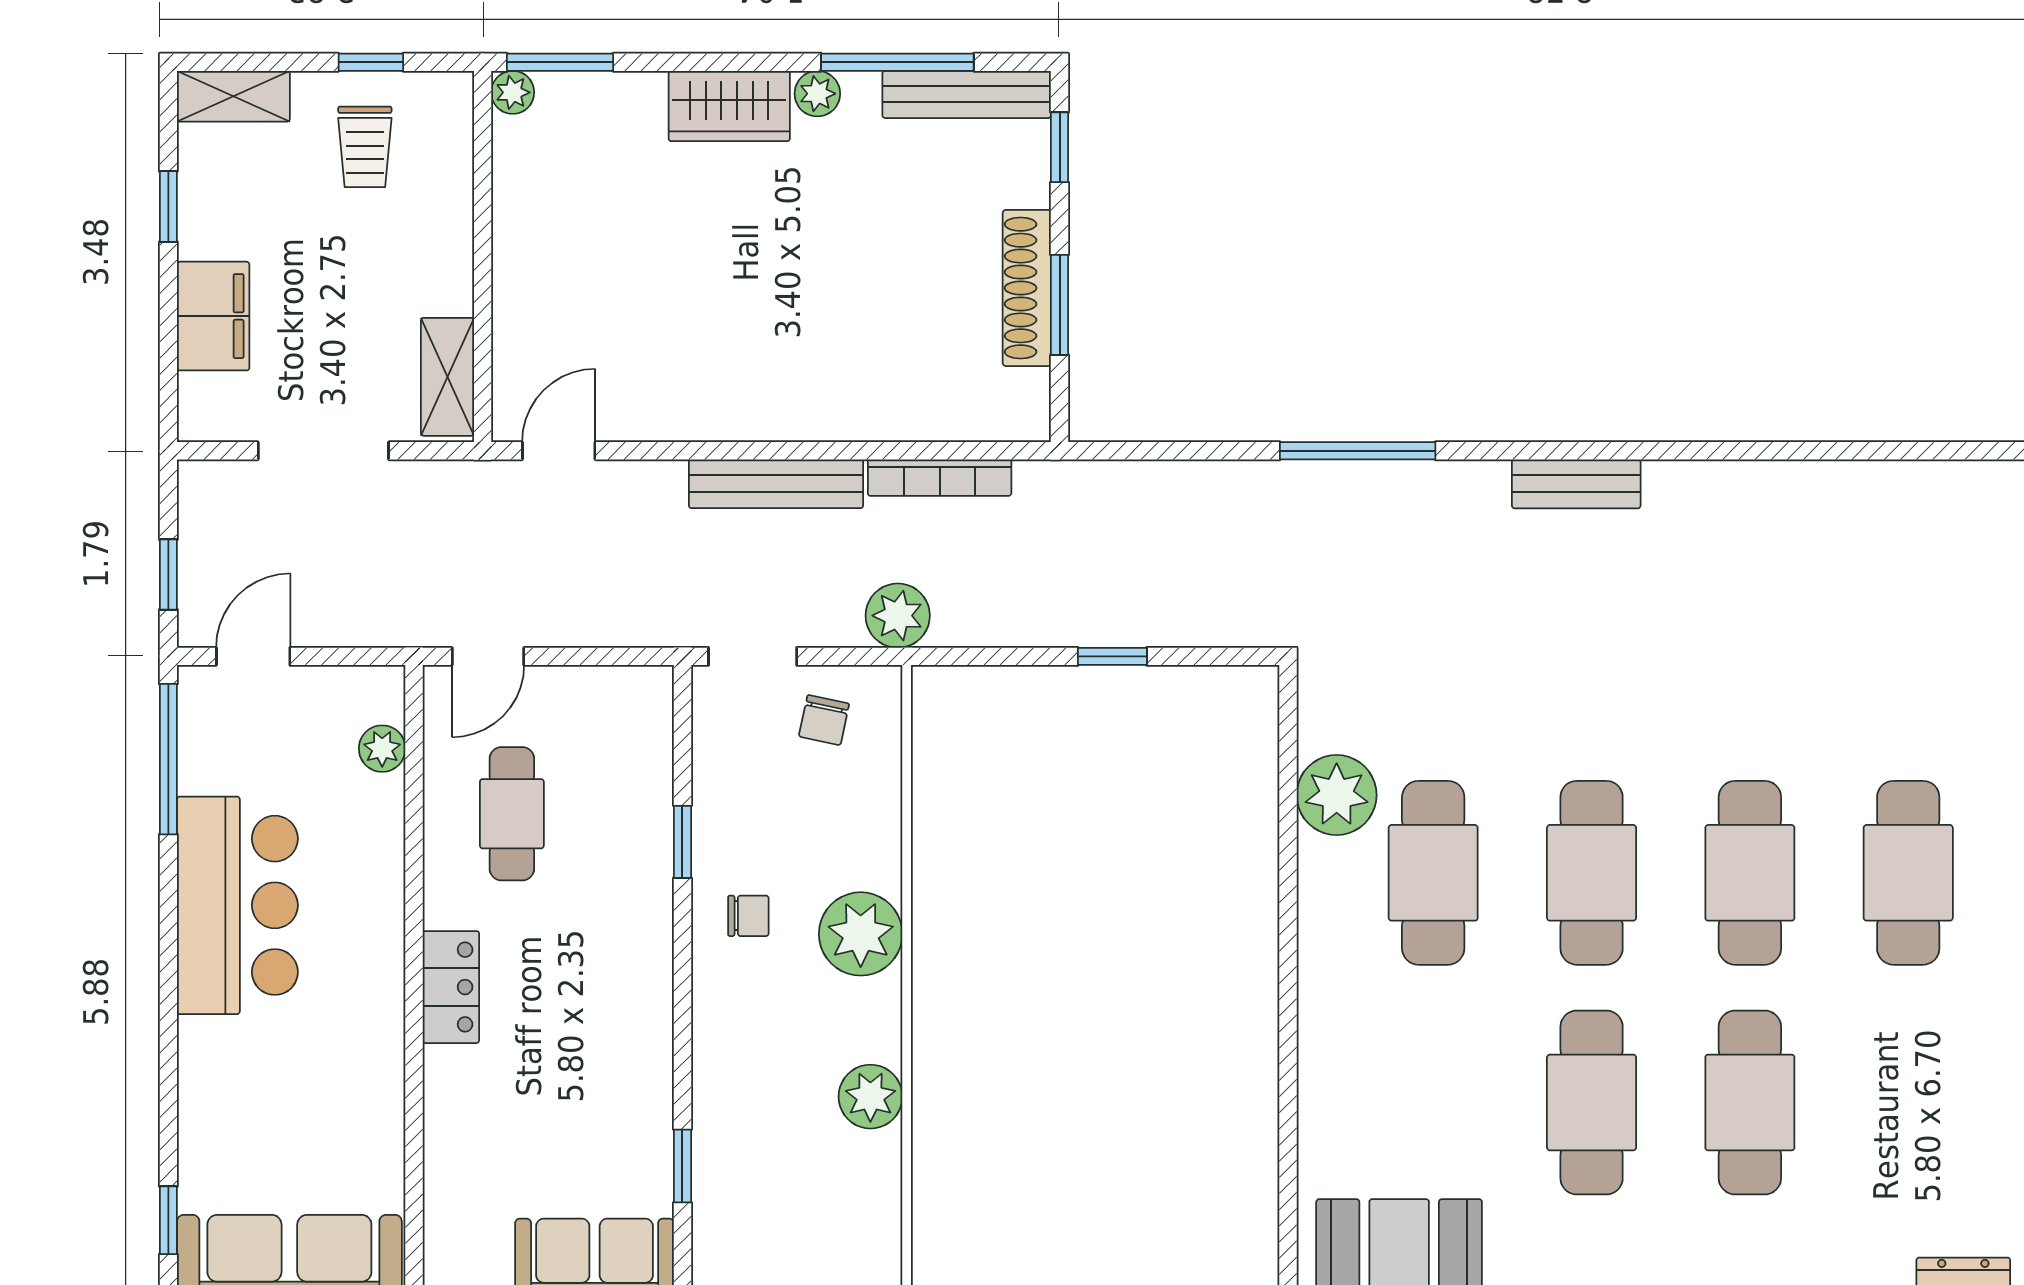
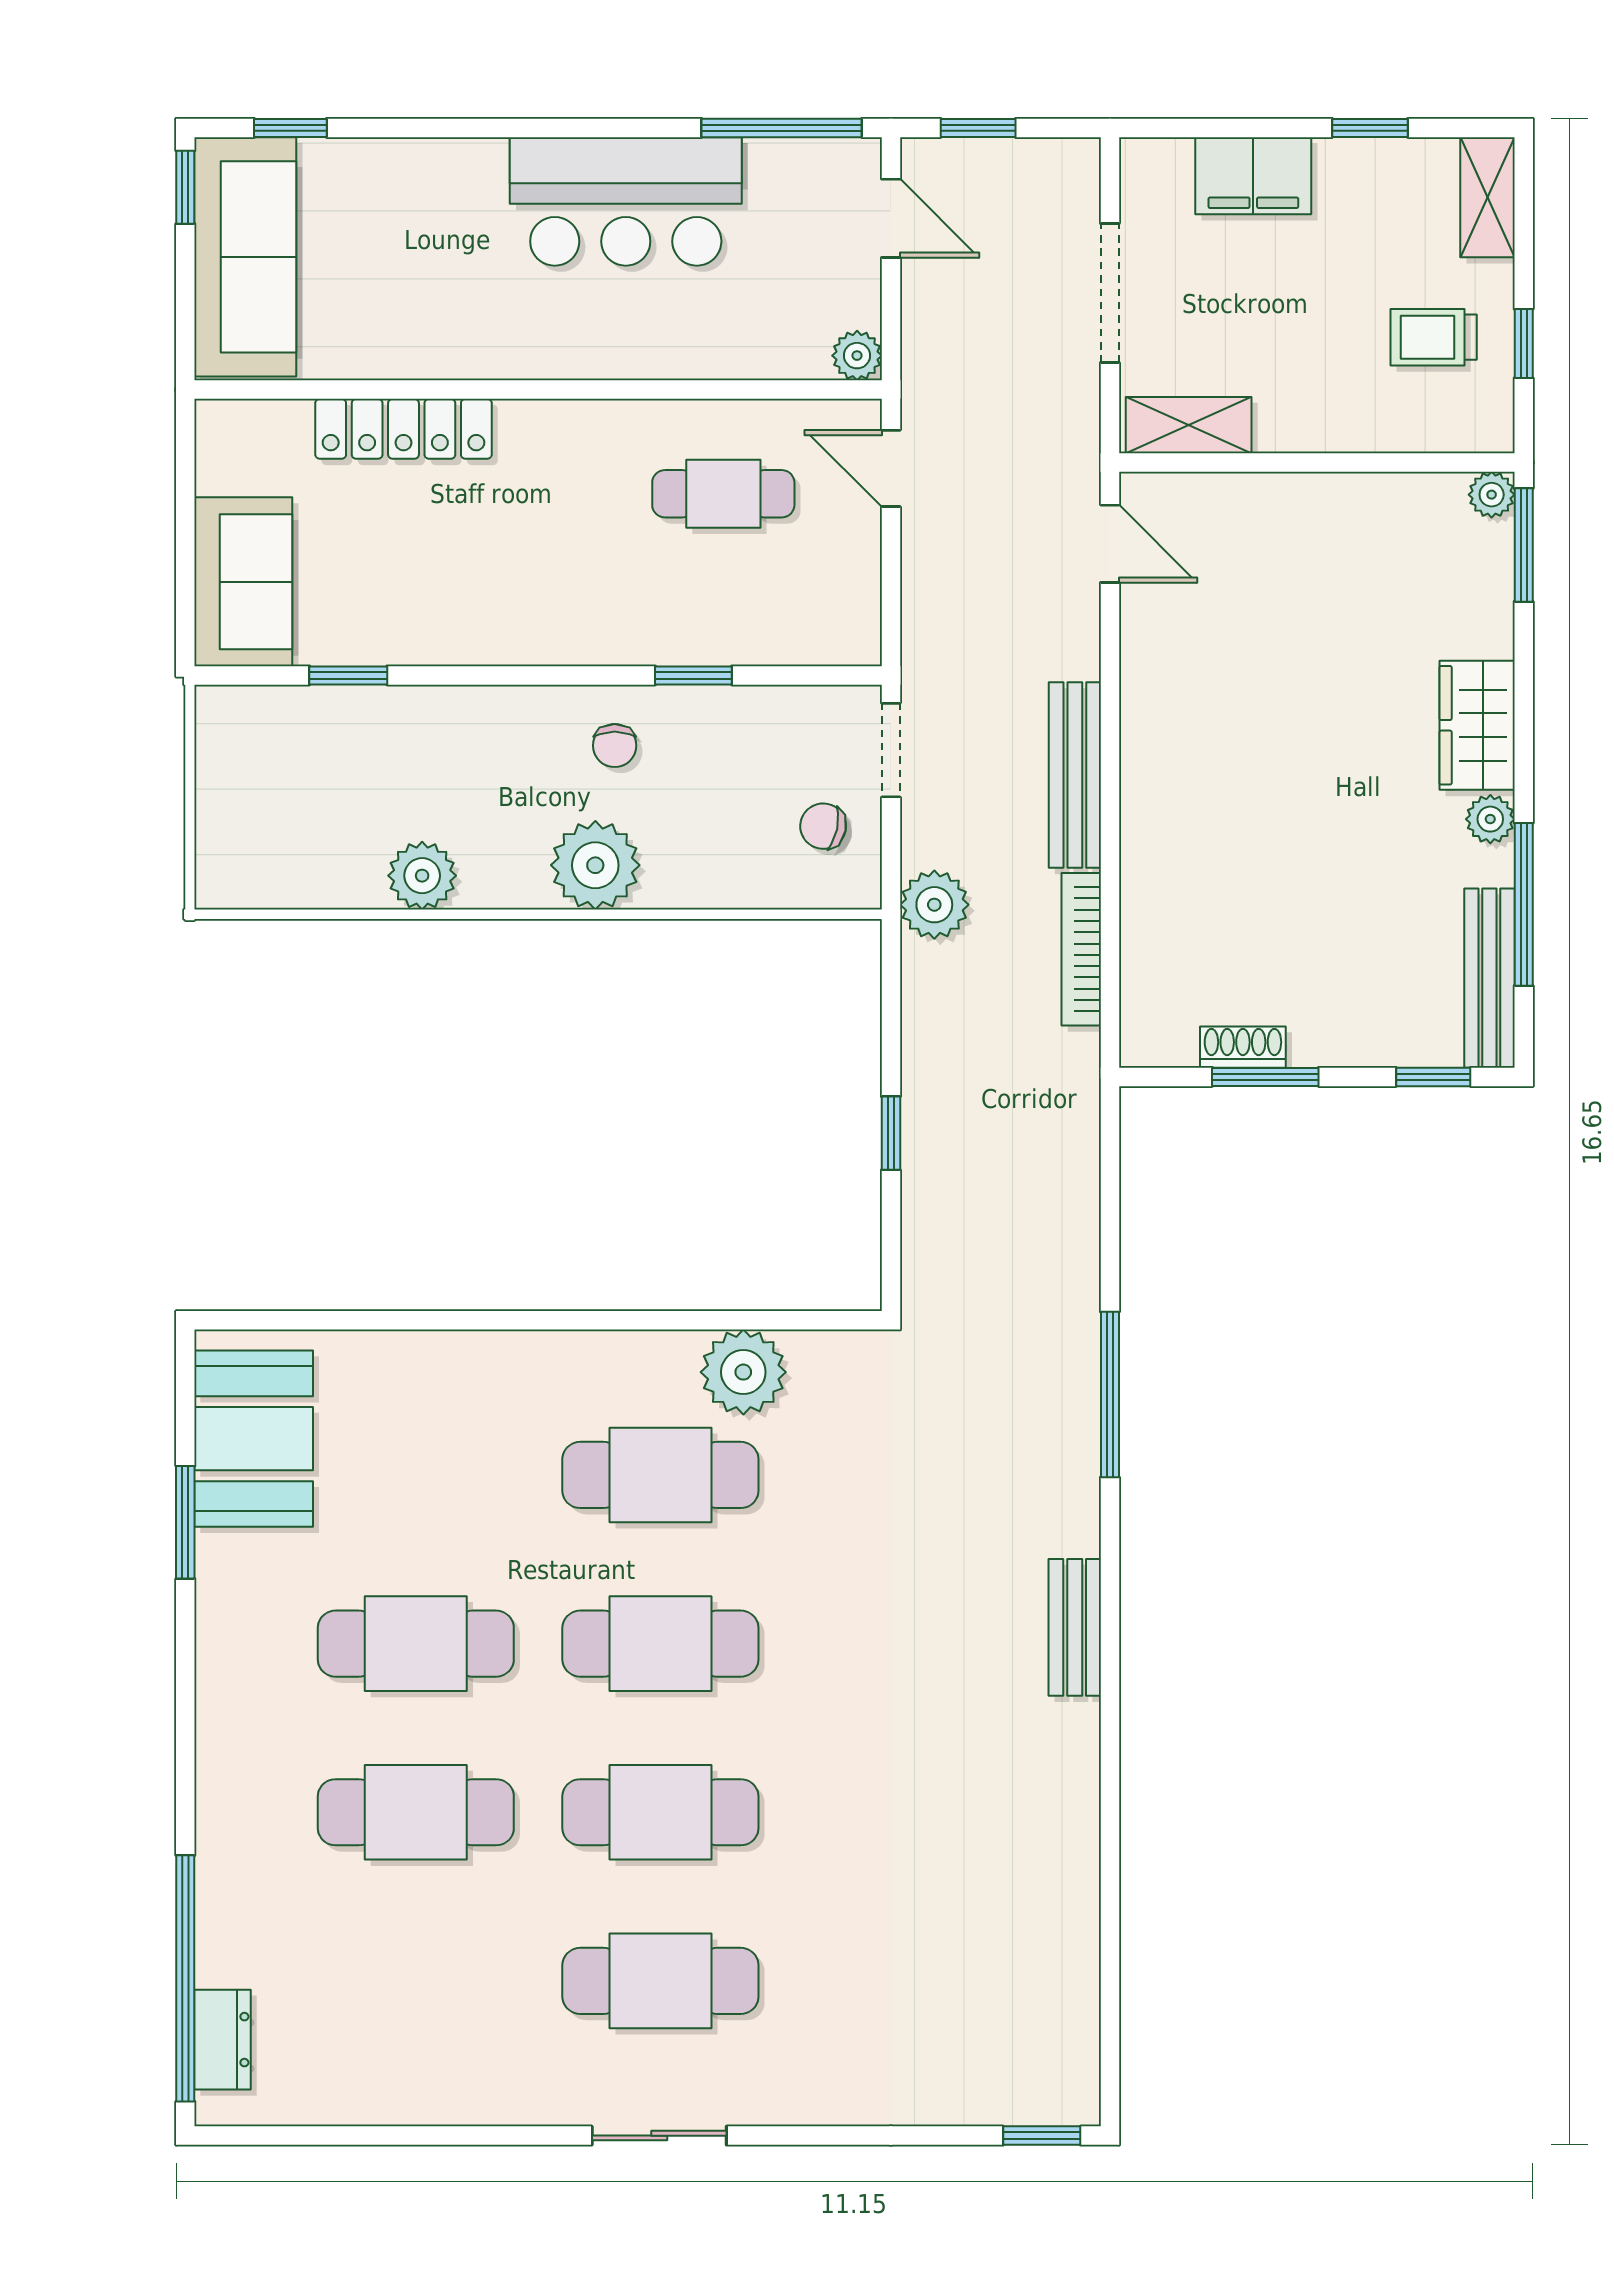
shoe rack: (1027, 288) -> (1243, 1047), width x0.51, depth x0.81
plant: (382, 749) -> (857, 356), moved
locker: (451, 987) -> (404, 429), moved, width x1.53

